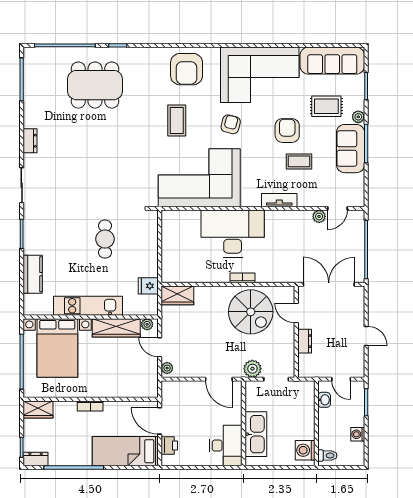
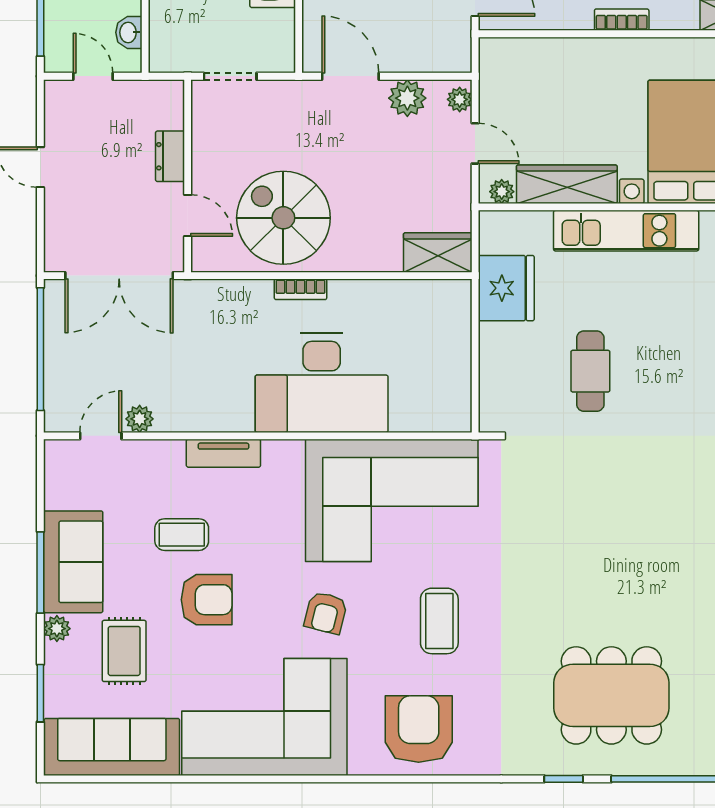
rug: (326, 106) -> (124, 651), turned 90
armchair: (287, 131) -> (207, 600), turned -90
fridge: (148, 286) -> (506, 288), width x1.88, depth x1.34
plant: (252, 369) -> (407, 98), moved

